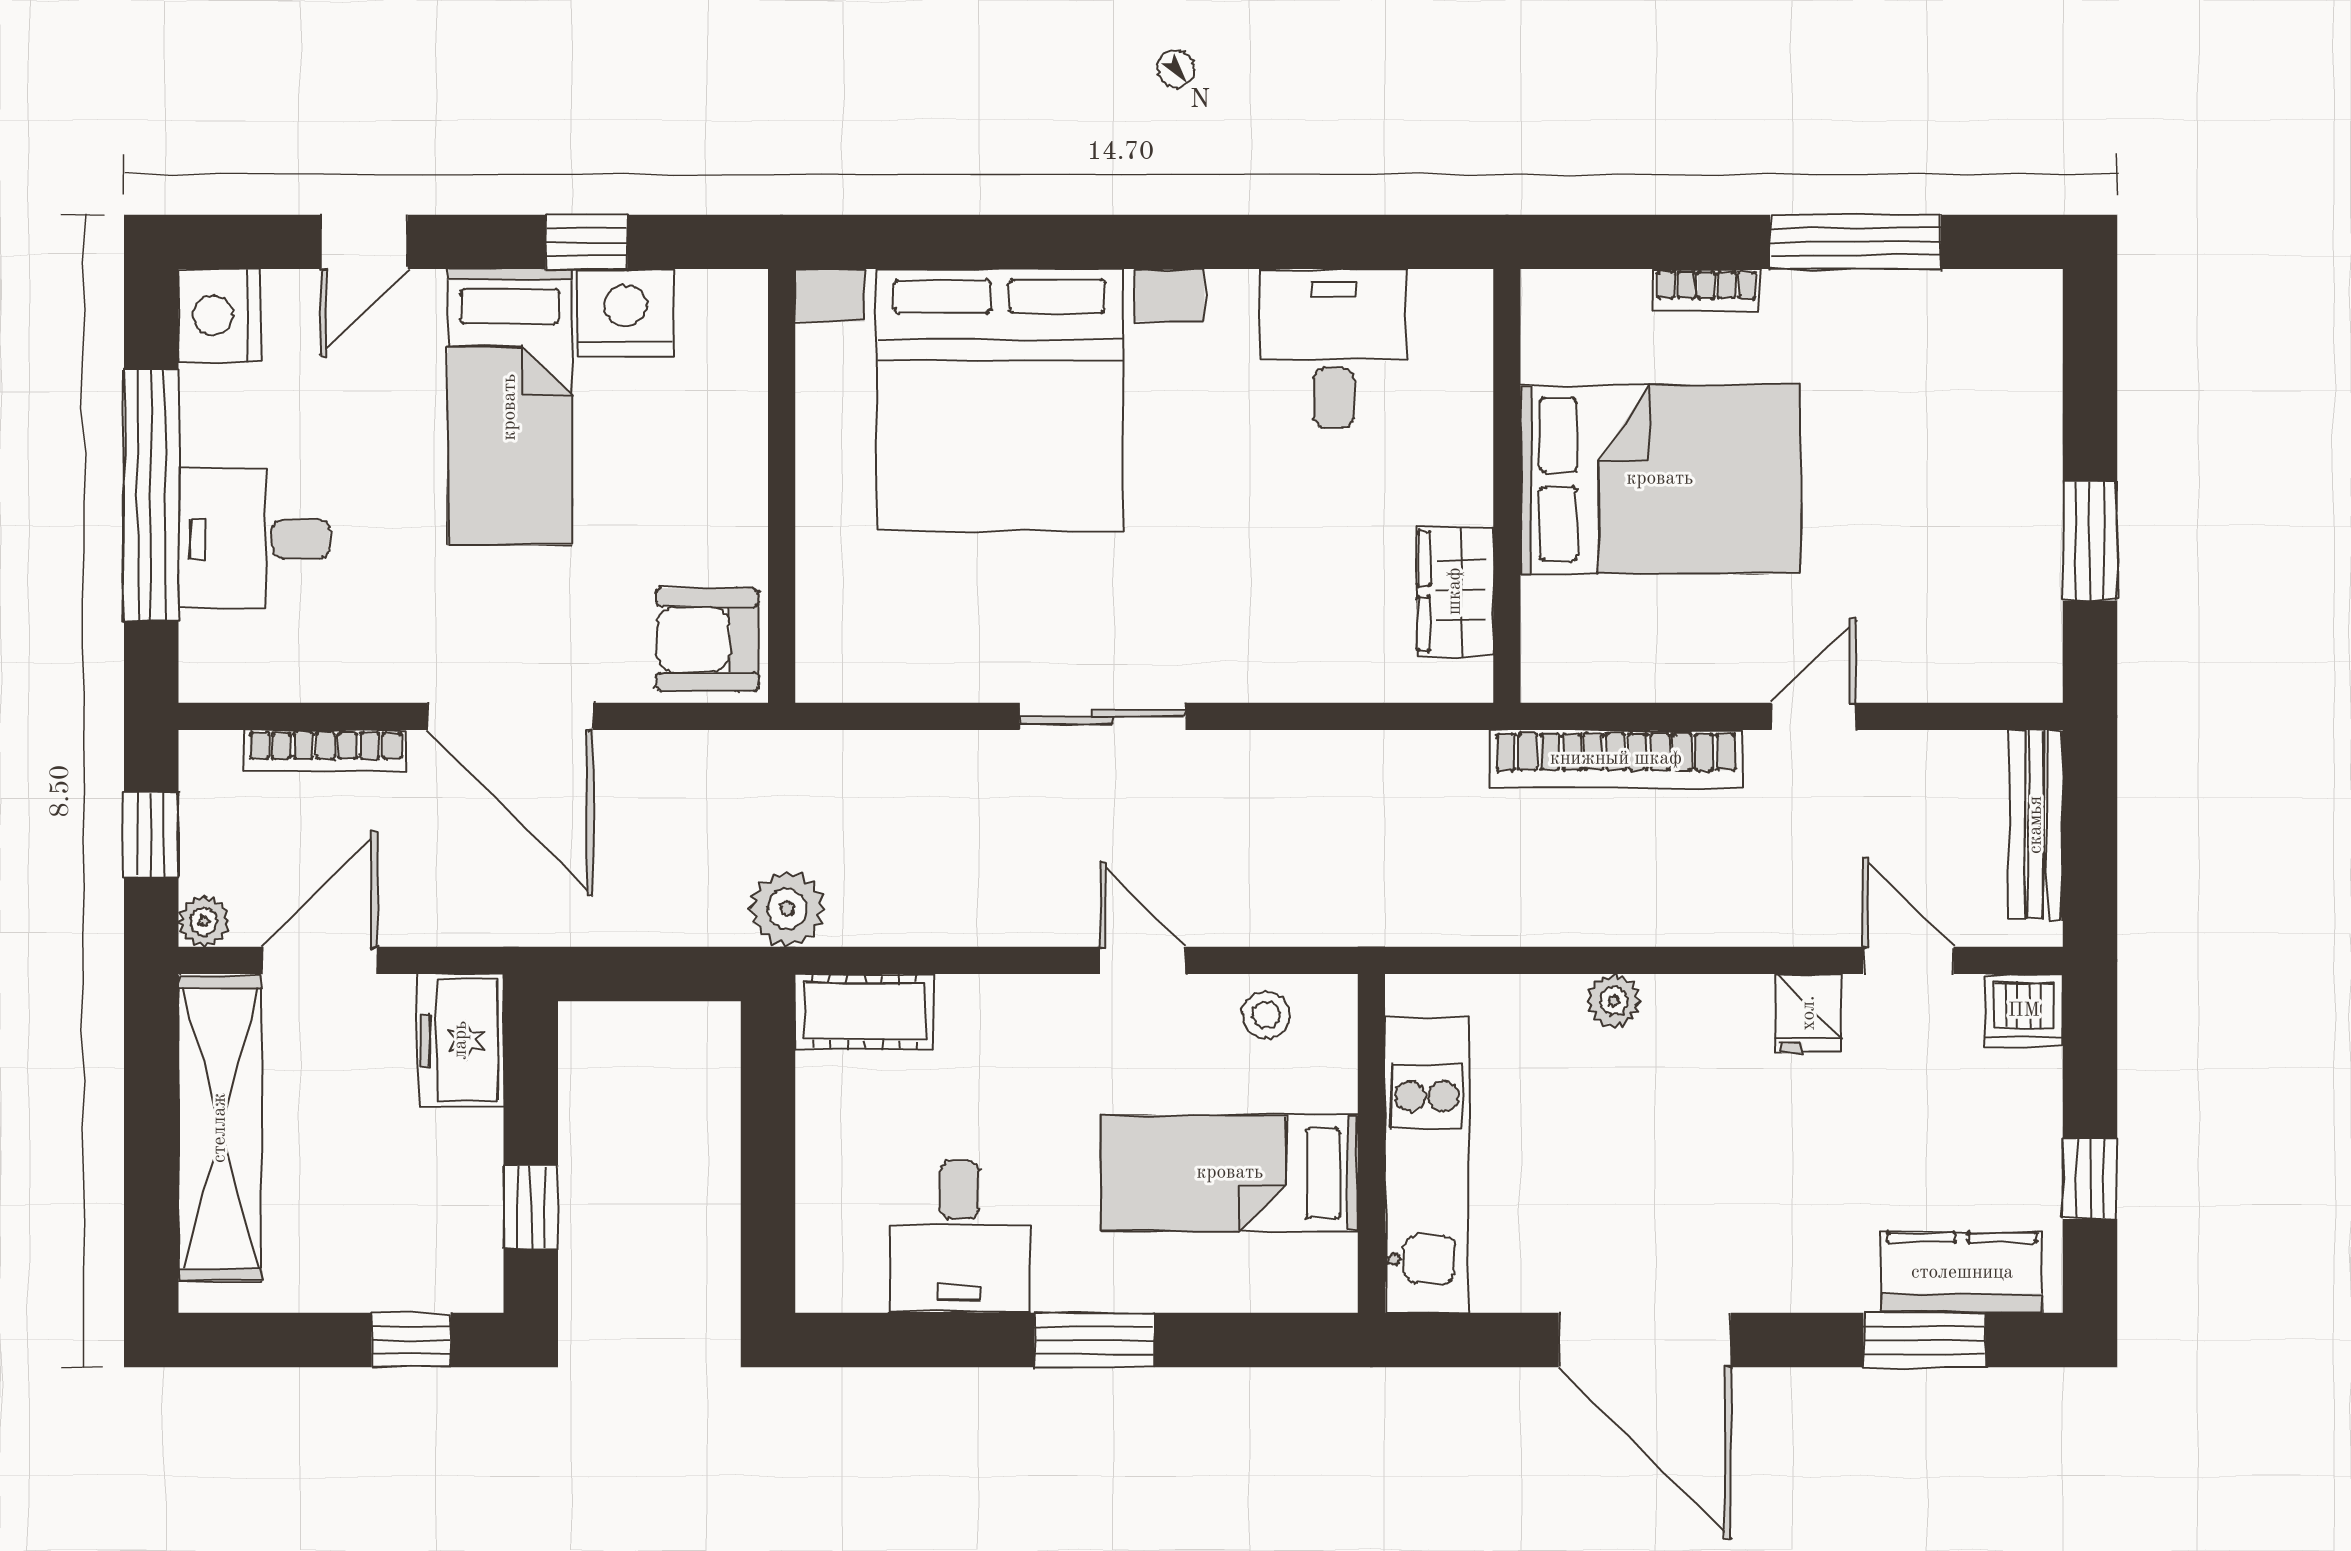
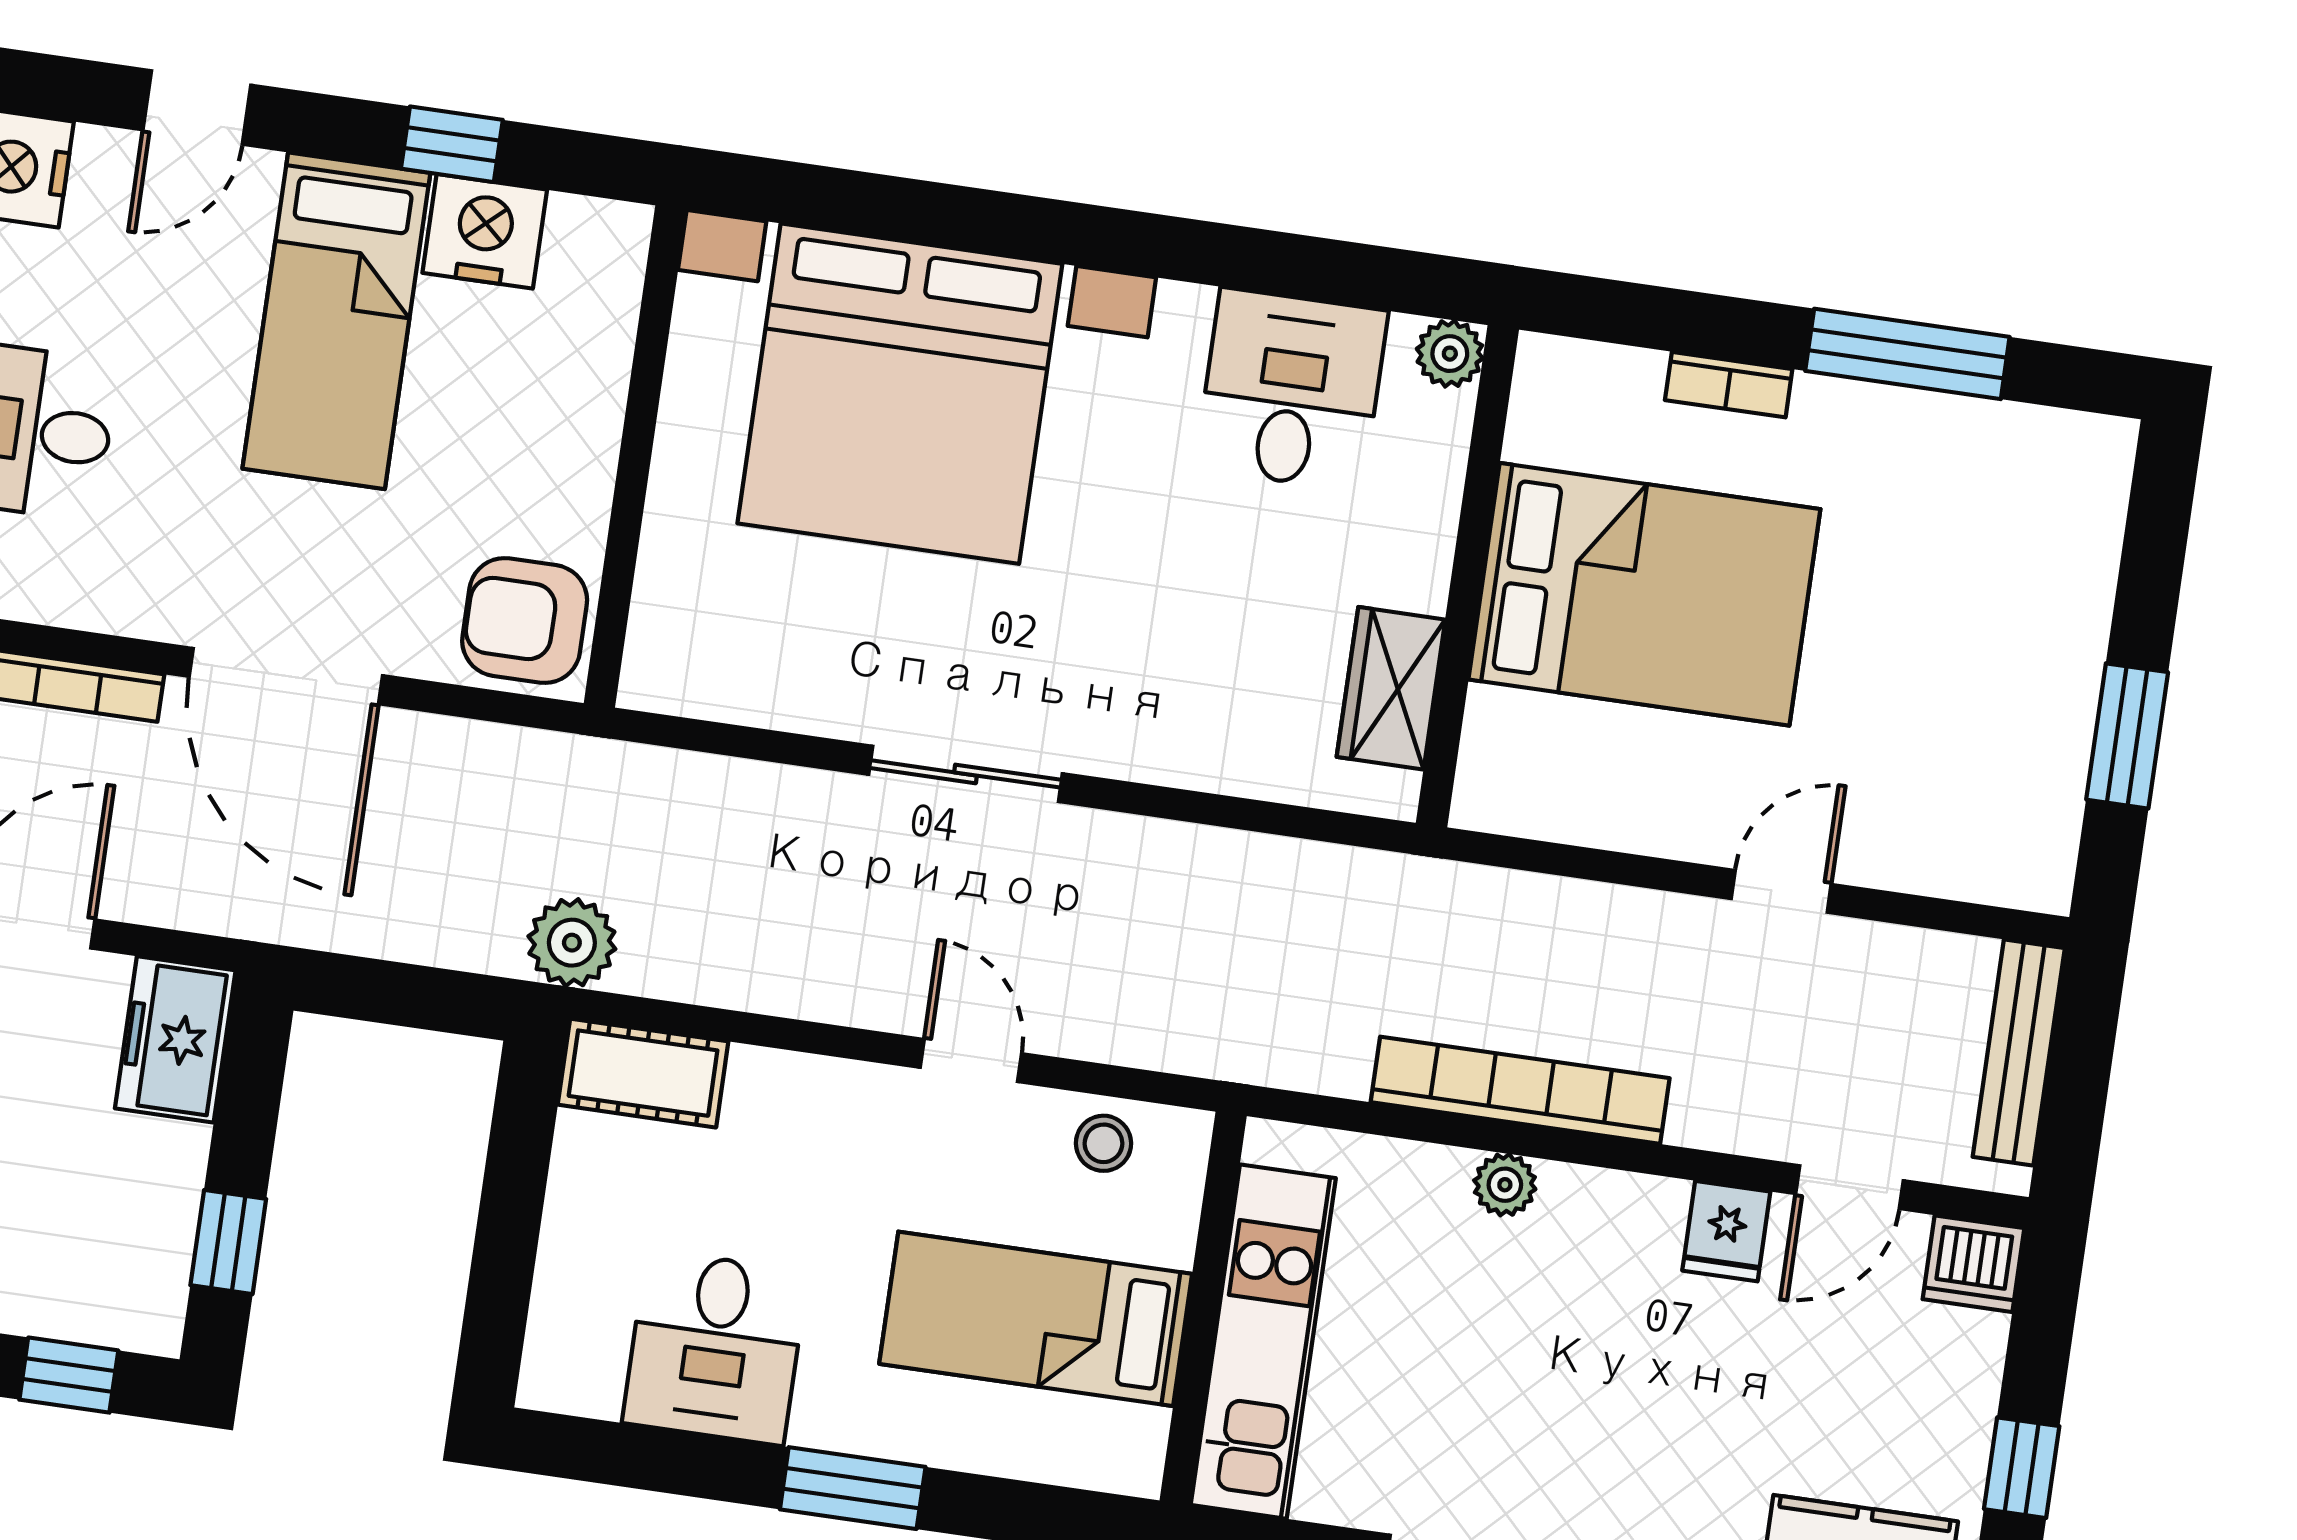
plant: (1465, 298) -> (1450, 354), added
bookcase: (1616, 759) -> (1520, 1090), moved, turned 180
door: (1908, 960) -> (1849, 1187), swing flipped

